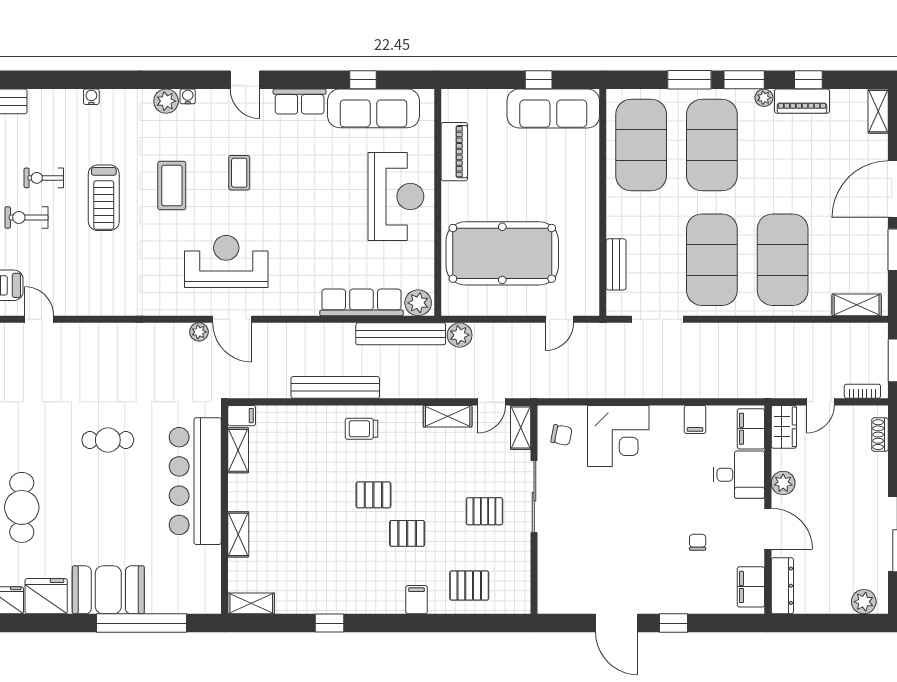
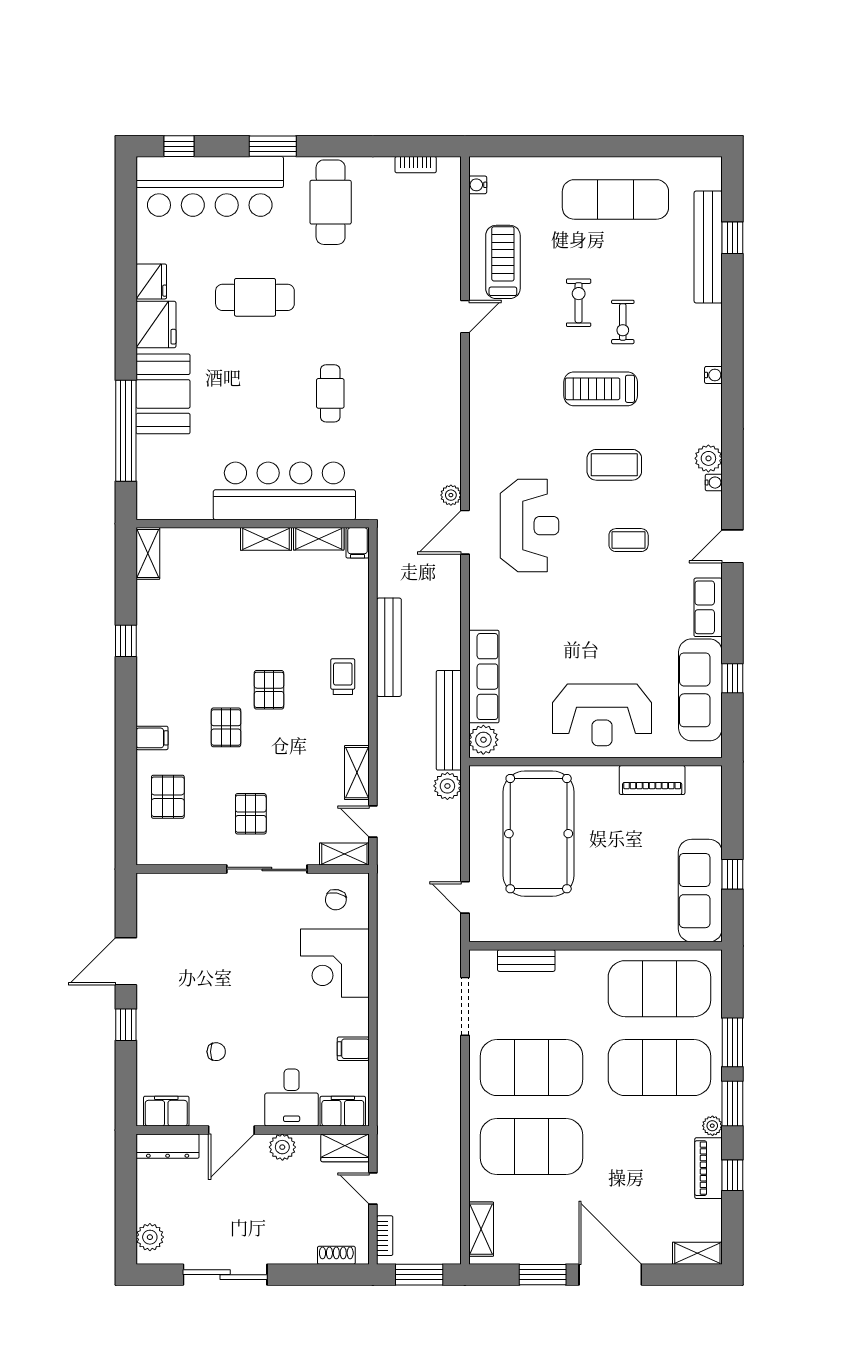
exercise bike: (44, 178) -> (623, 322), turned 180
shelving: (238, 534) -> (266, 539), moved

